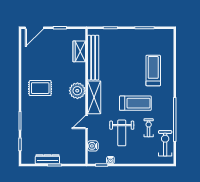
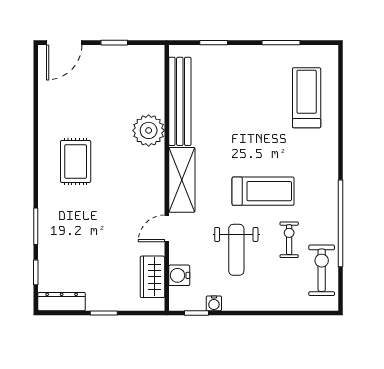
wardrobe: (79, 51) -> (152, 277), moved
treadmill: (153, 70) -> (307, 98), moved
rug: (40, 88) -> (76, 161), turned 90
plant: (77, 91) -> (149, 130), moved
dresser: (47, 159) -> (62, 302), moved

